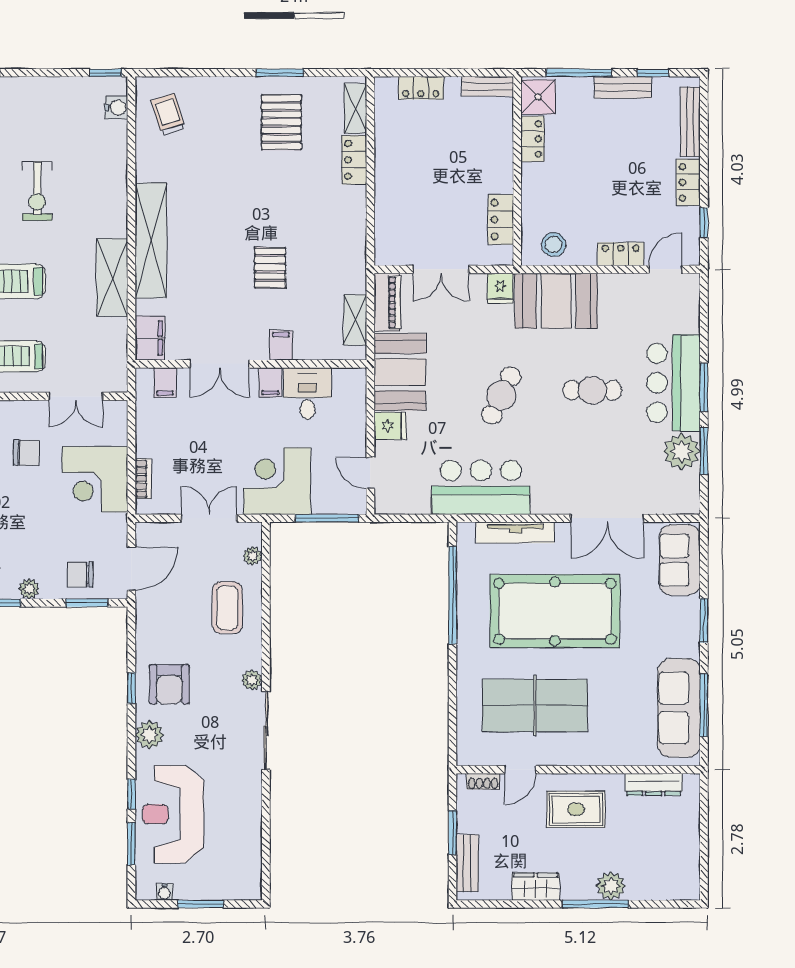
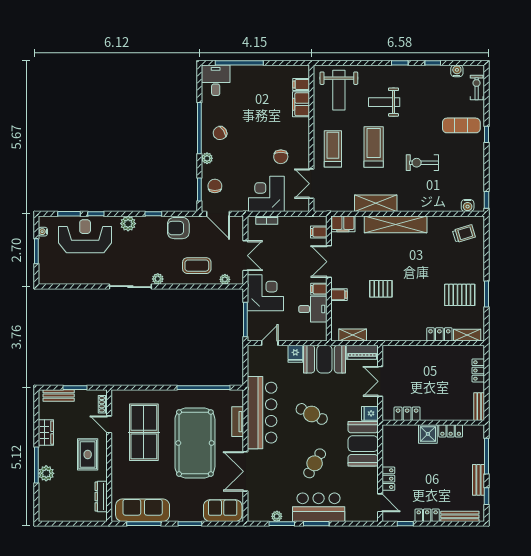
shower: (538, 97) -> (428, 434), moved
stool: (554, 245) -> (393, 442), removed
cafe table: (592, 390) -> (315, 463), turned 30
plant: (682, 451) -> (277, 516), width x0.53, depth x0.53
bar counter: (481, 487) -> (262, 413), width x1.36
tv unit: (515, 533) -> (238, 422), width x0.71
armchair: (169, 684) -> (178, 228), moved

